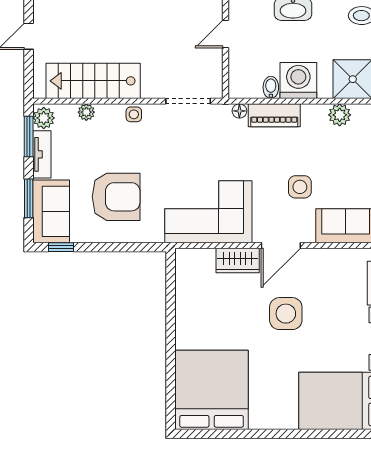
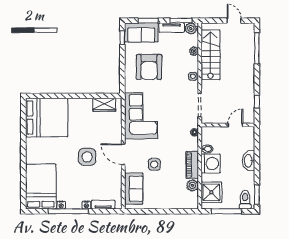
door: (225, 34) -> (235, 125), hinge flipped
piano: (274, 115) -> (192, 165), moved
wardrobe: (238, 261) -> (104, 105), moved, turned -90

